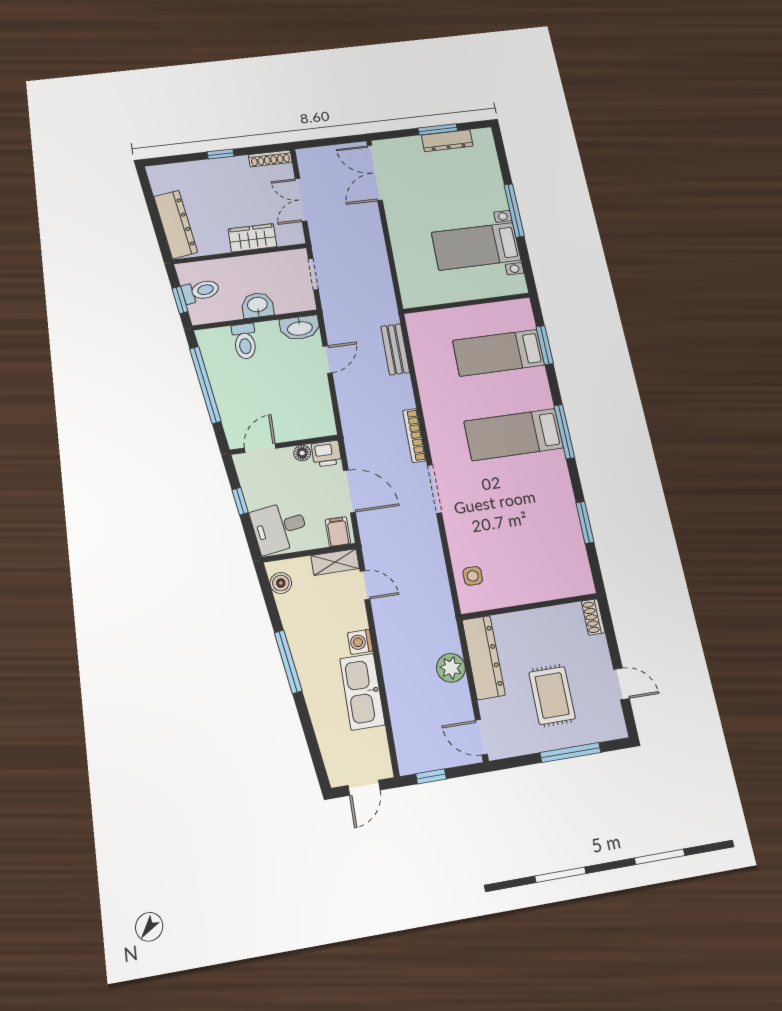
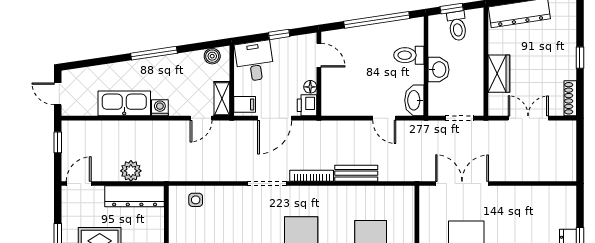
double door: (375, 173) -> (462, 183), moved
bench: (395, 349) -> (356, 173), moved

